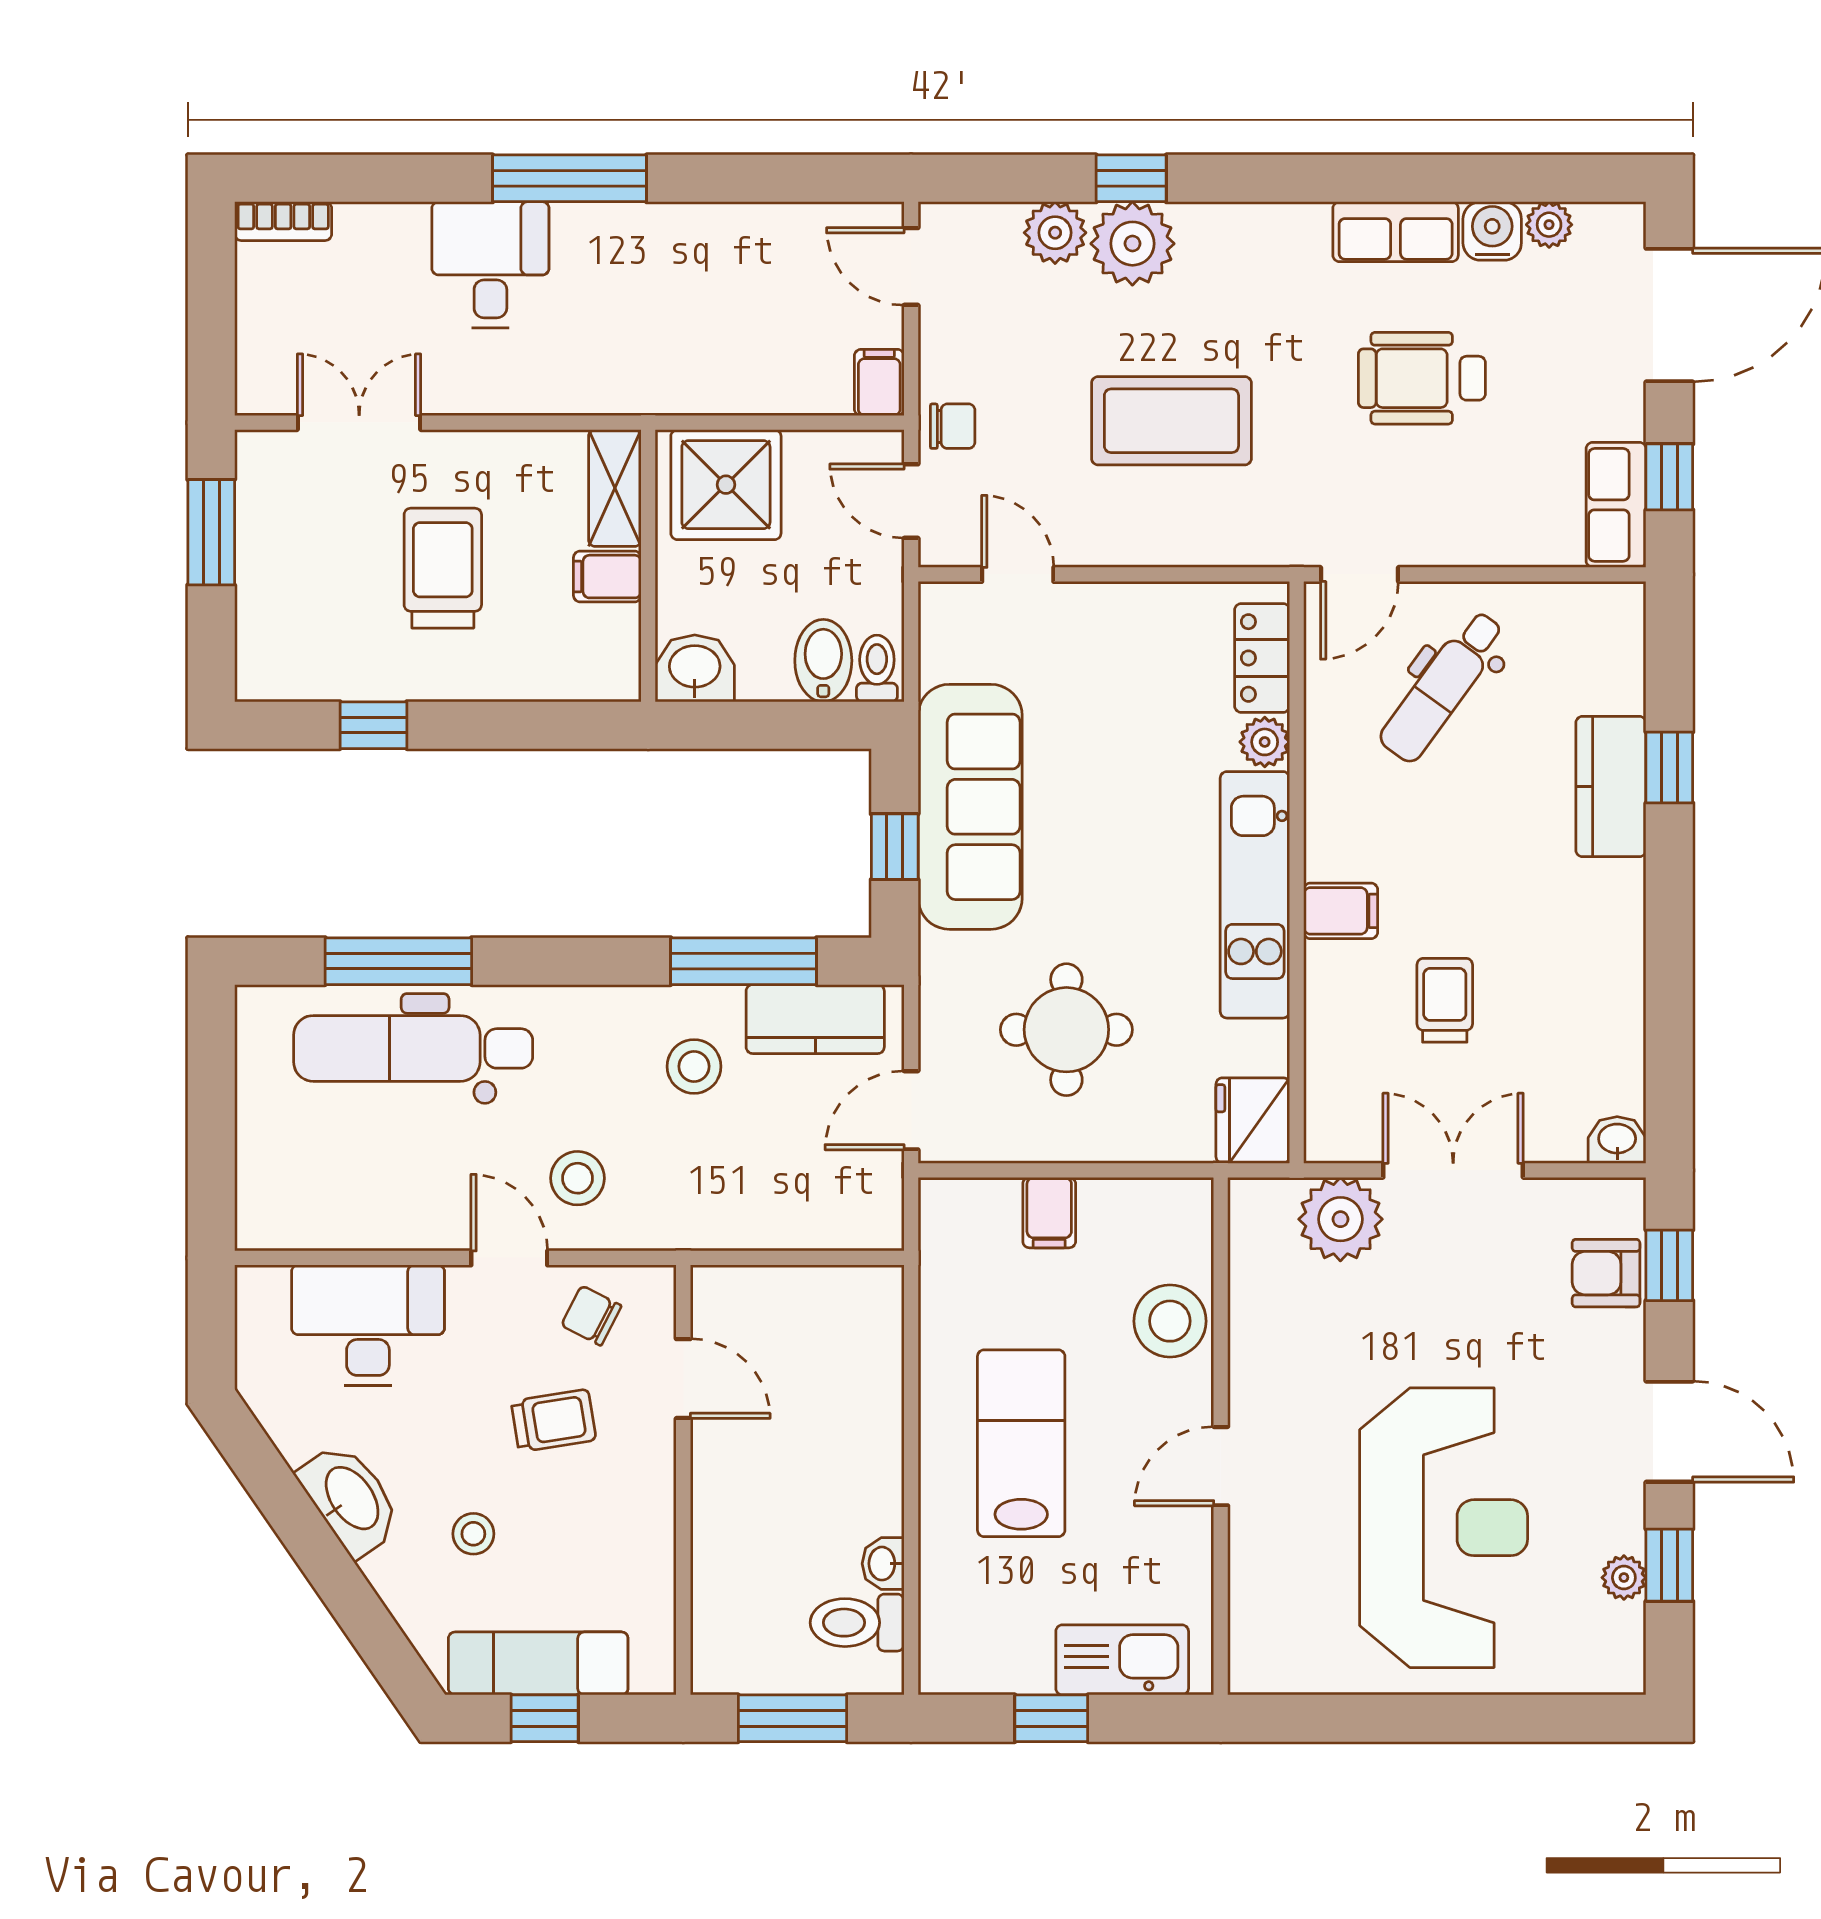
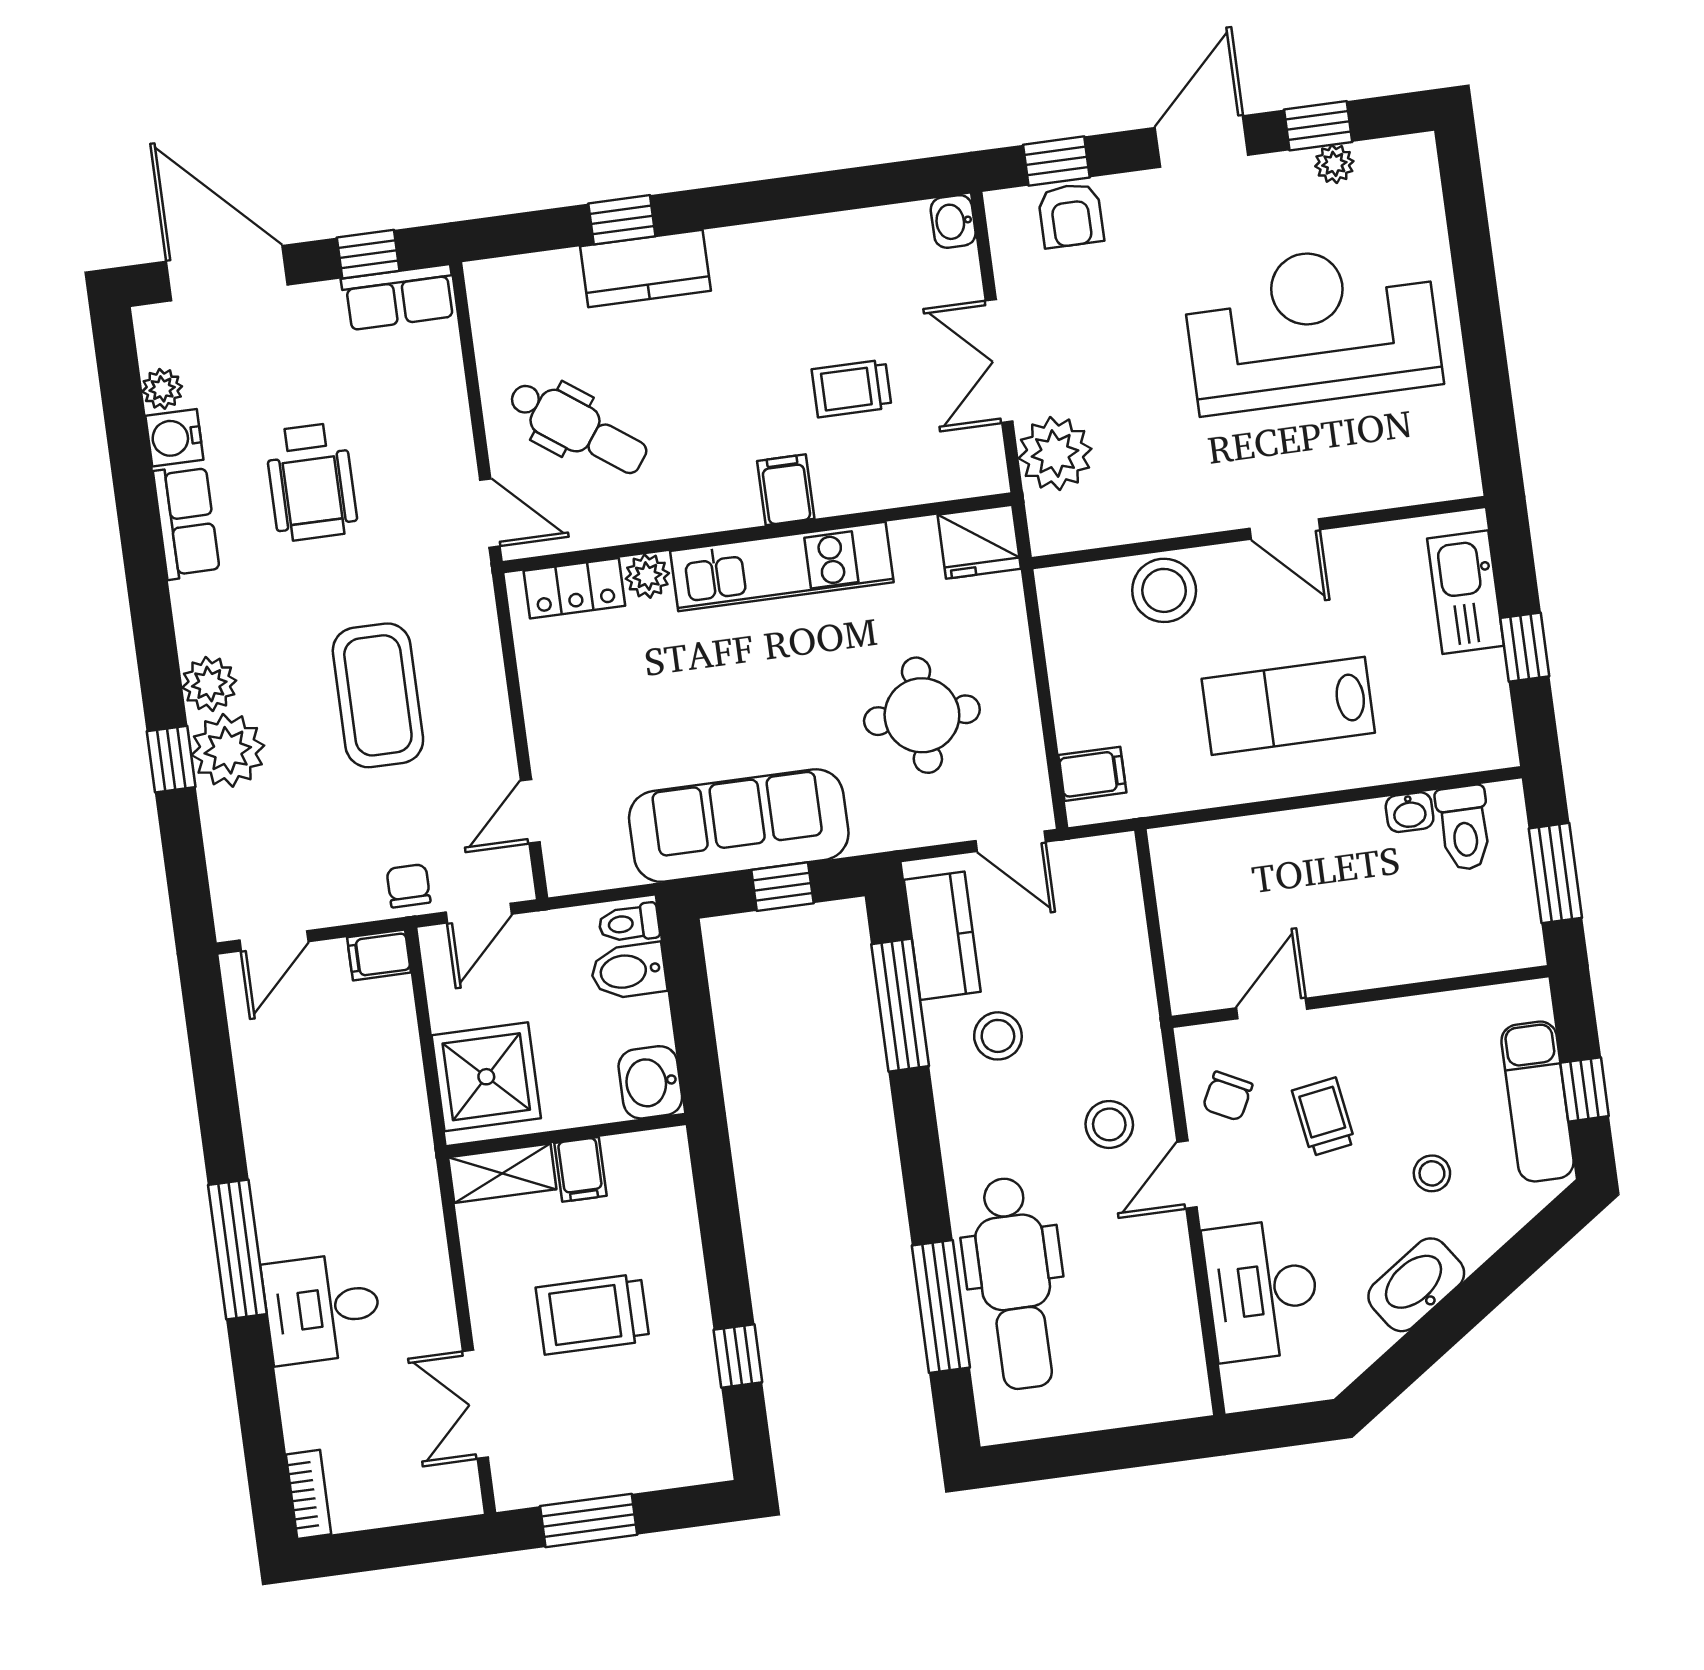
plant: (1055, 233) -> (209, 684), moved
filing cabinet: (1049, 1213) -> (1092, 774), moved

